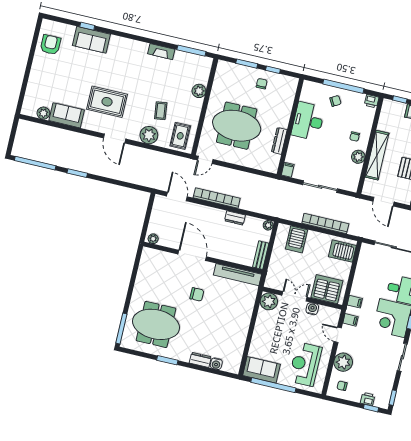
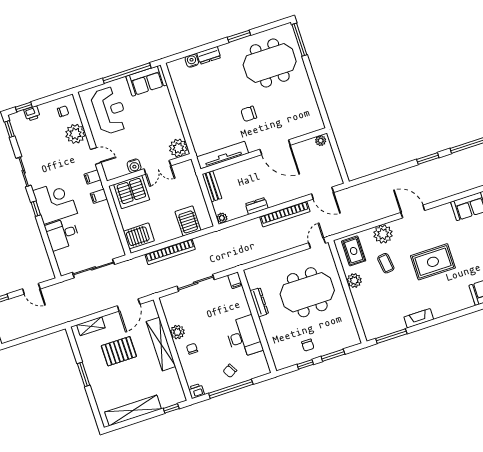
plant: (199, 91) -> (354, 281), moved
rug: (107, 102) -> (433, 262), moved
door: (384, 202) -> (129, 305), swing flipped

